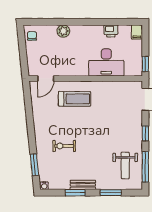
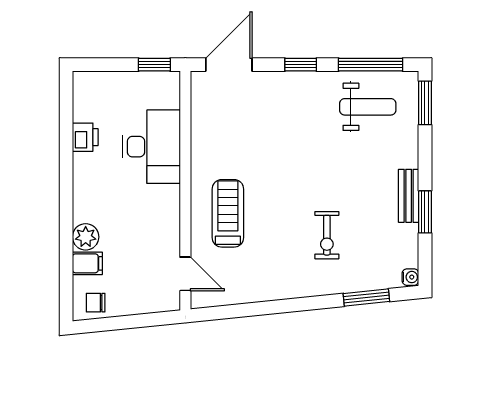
filing cabinet: (137, 32) -> (87, 263), moved
window: (111, 193) -> (425, 103), moved

